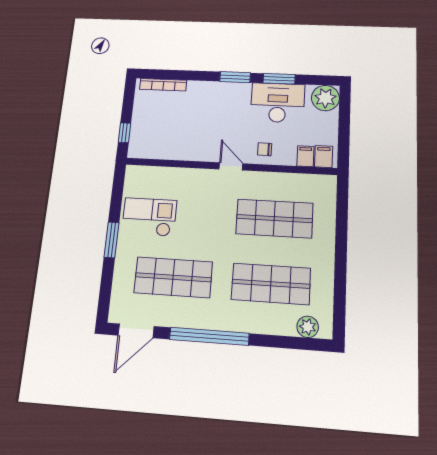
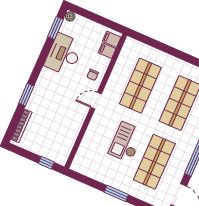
window: (235, 77) -> (26, 95), moved
window: (279, 79) -> (55, 28), moved
plant: (325, 98) -> (70, 16), width x0.53, depth x0.53
checkout: (149, 217) -> (126, 142), moved

